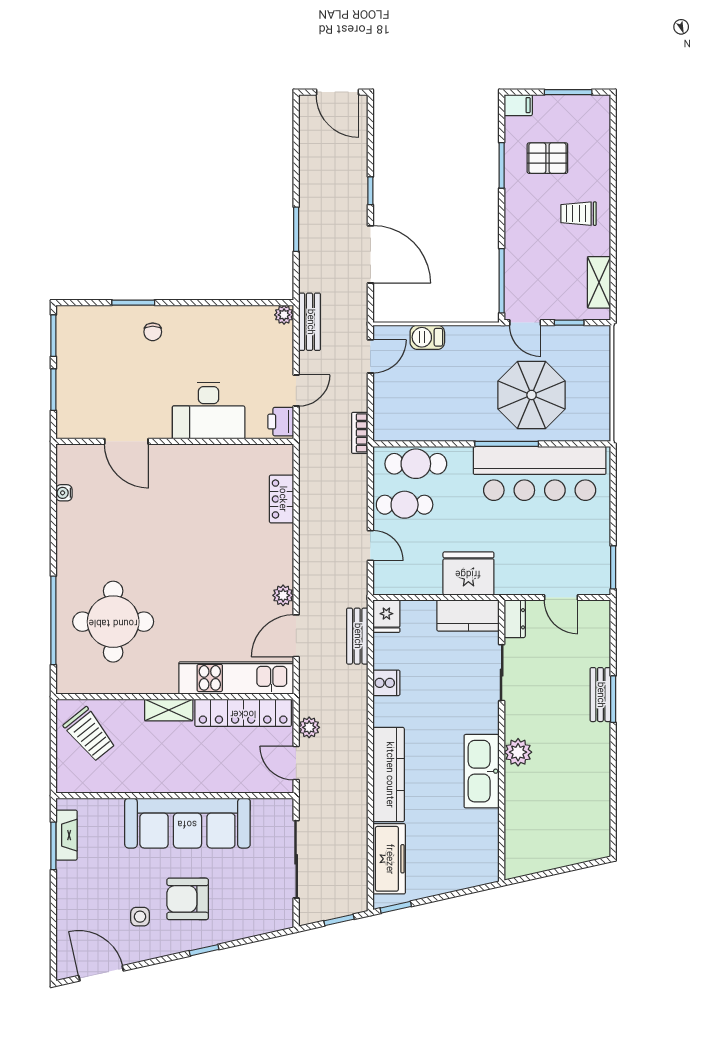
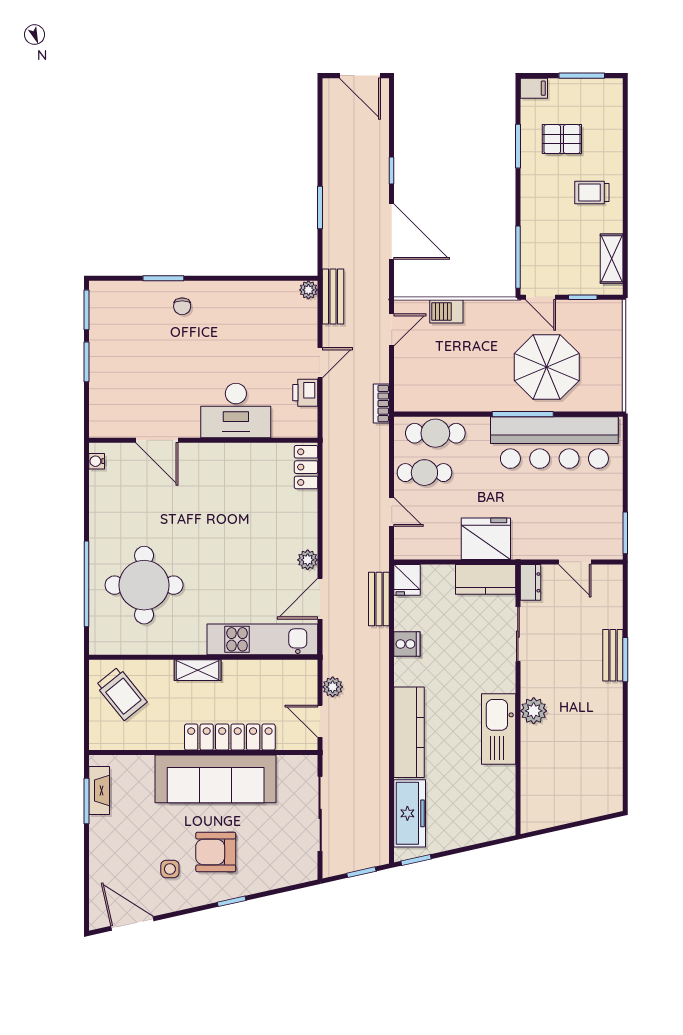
desk: (209, 410) -> (236, 411), moved
door: (126, 441) -> (157, 440), moved
wall: (175, 441) -> (203, 440), moved
locker: (243, 713) -> (230, 737), moved, turned 180

